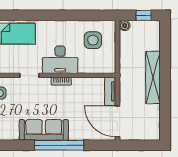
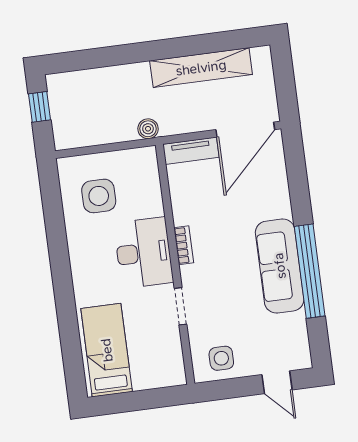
boiler: (125, 26) -> (148, 129), moved
shelving: (153, 77) -> (201, 68), moved
window: (59, 145) -> (310, 271), moved

